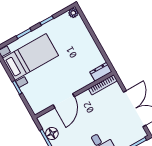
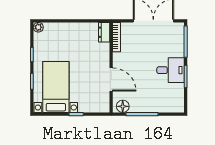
floor lamp: (52, 133) -> (123, 106), moved

